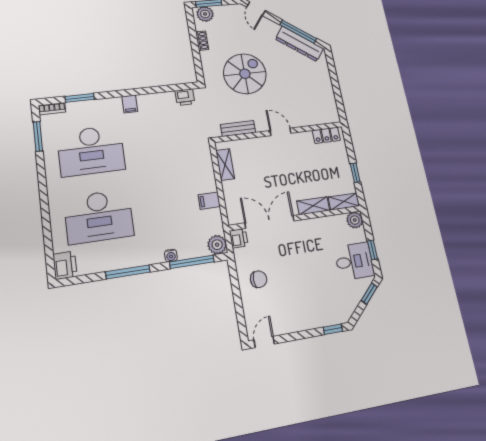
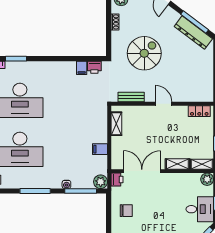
filing cabinet: (130, 104) -> (82, 68), moved

